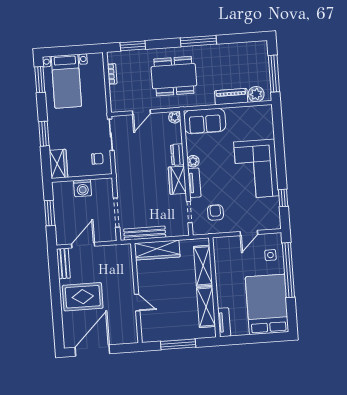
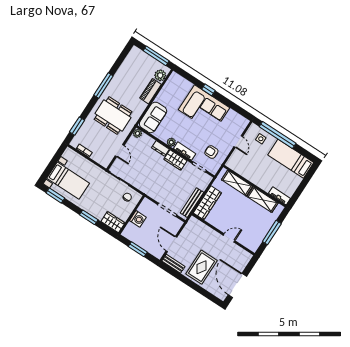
dining table: (174, 76) -> (113, 116), turned 90
window: (283, 198) -> (208, 90), moved
bed: (267, 304) -> (291, 159), width x0.67

